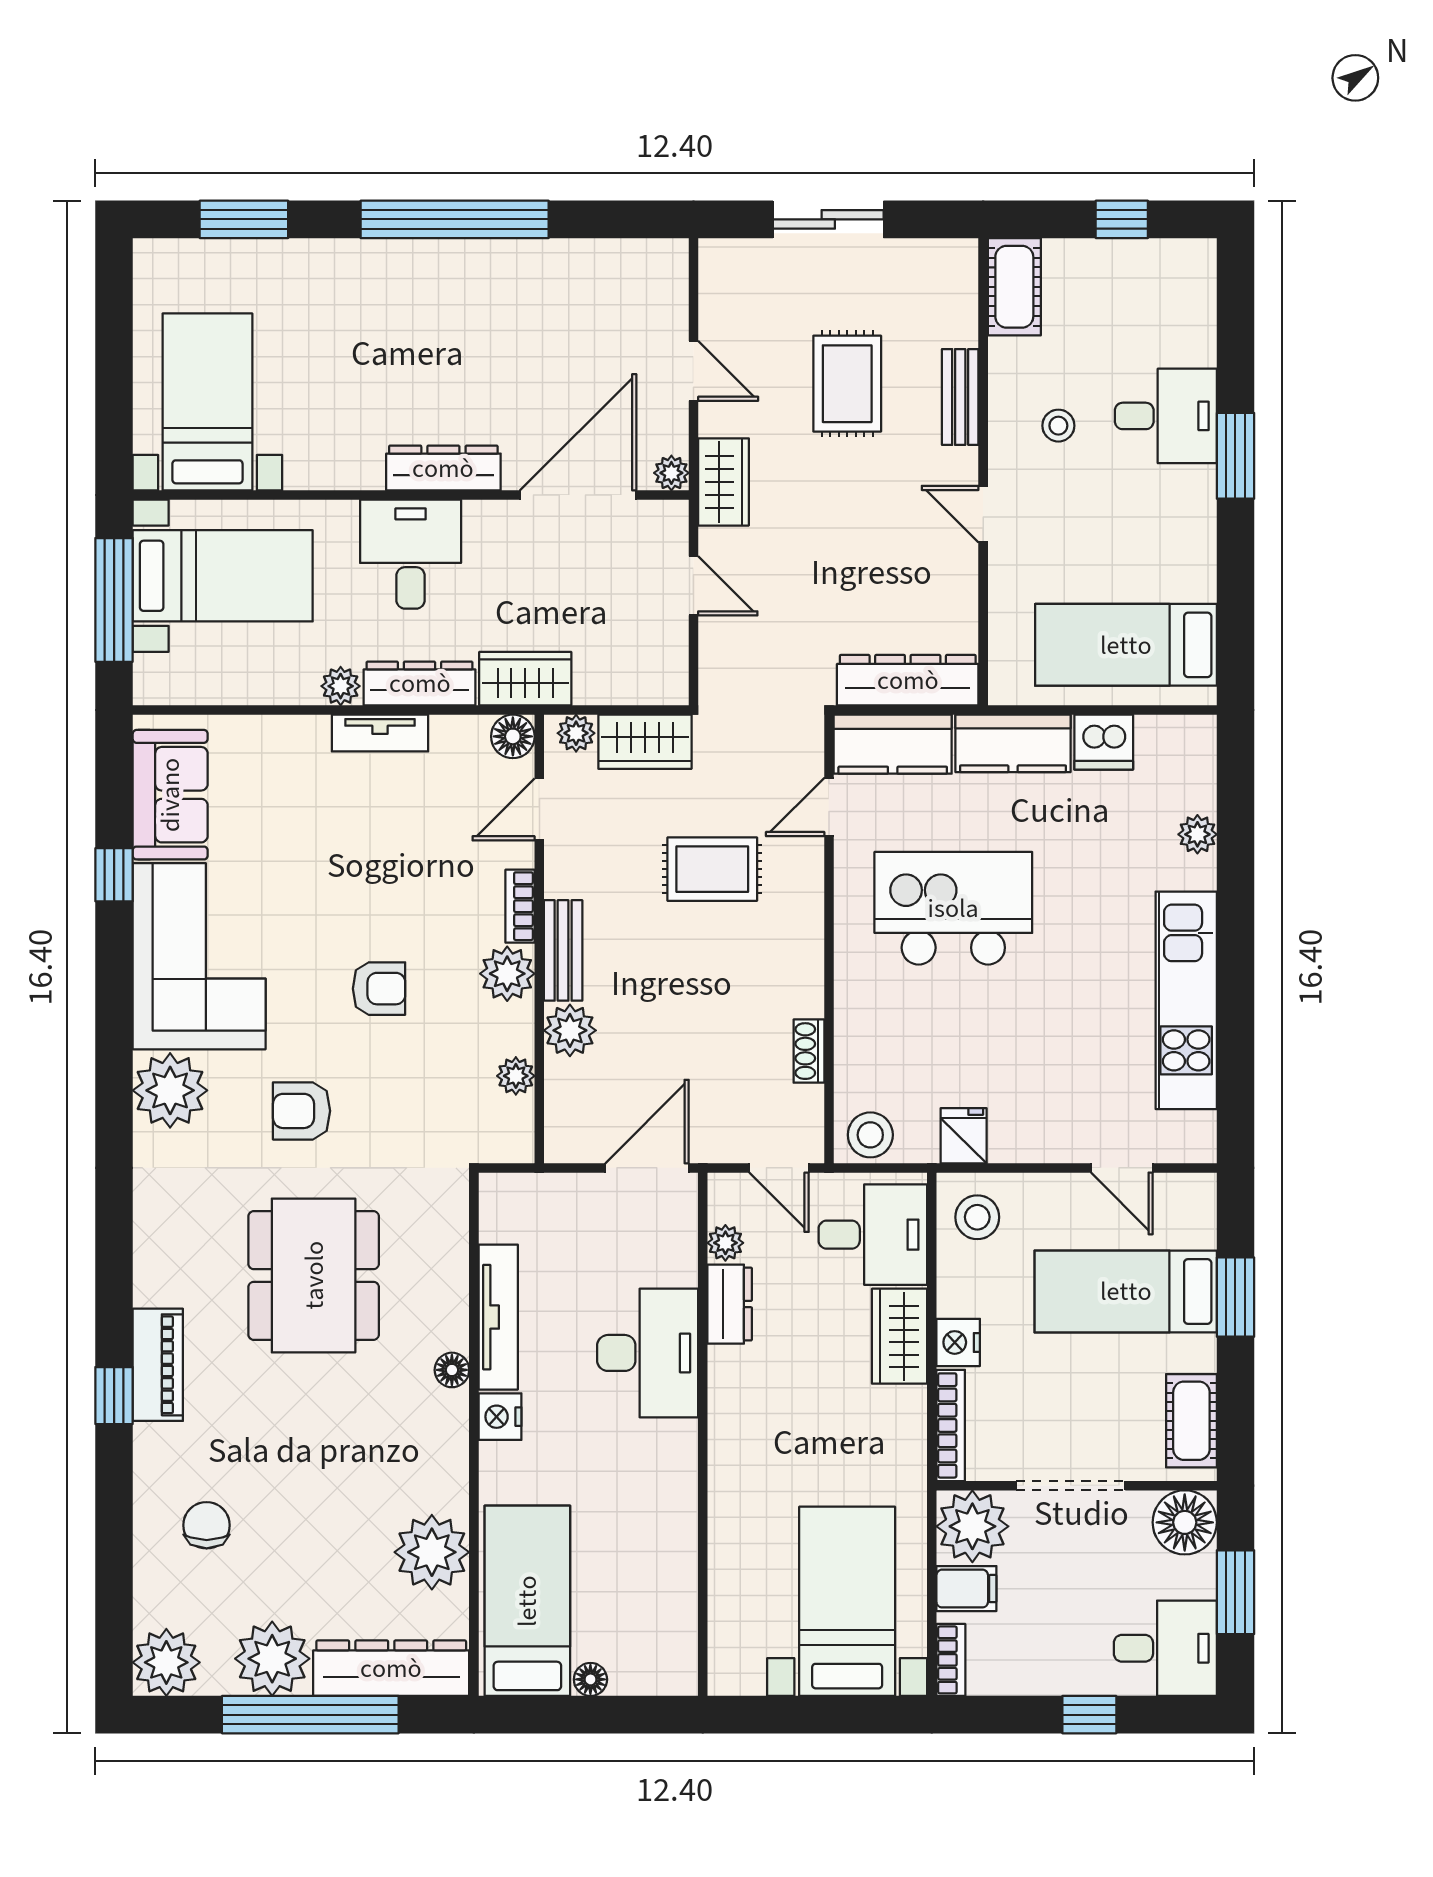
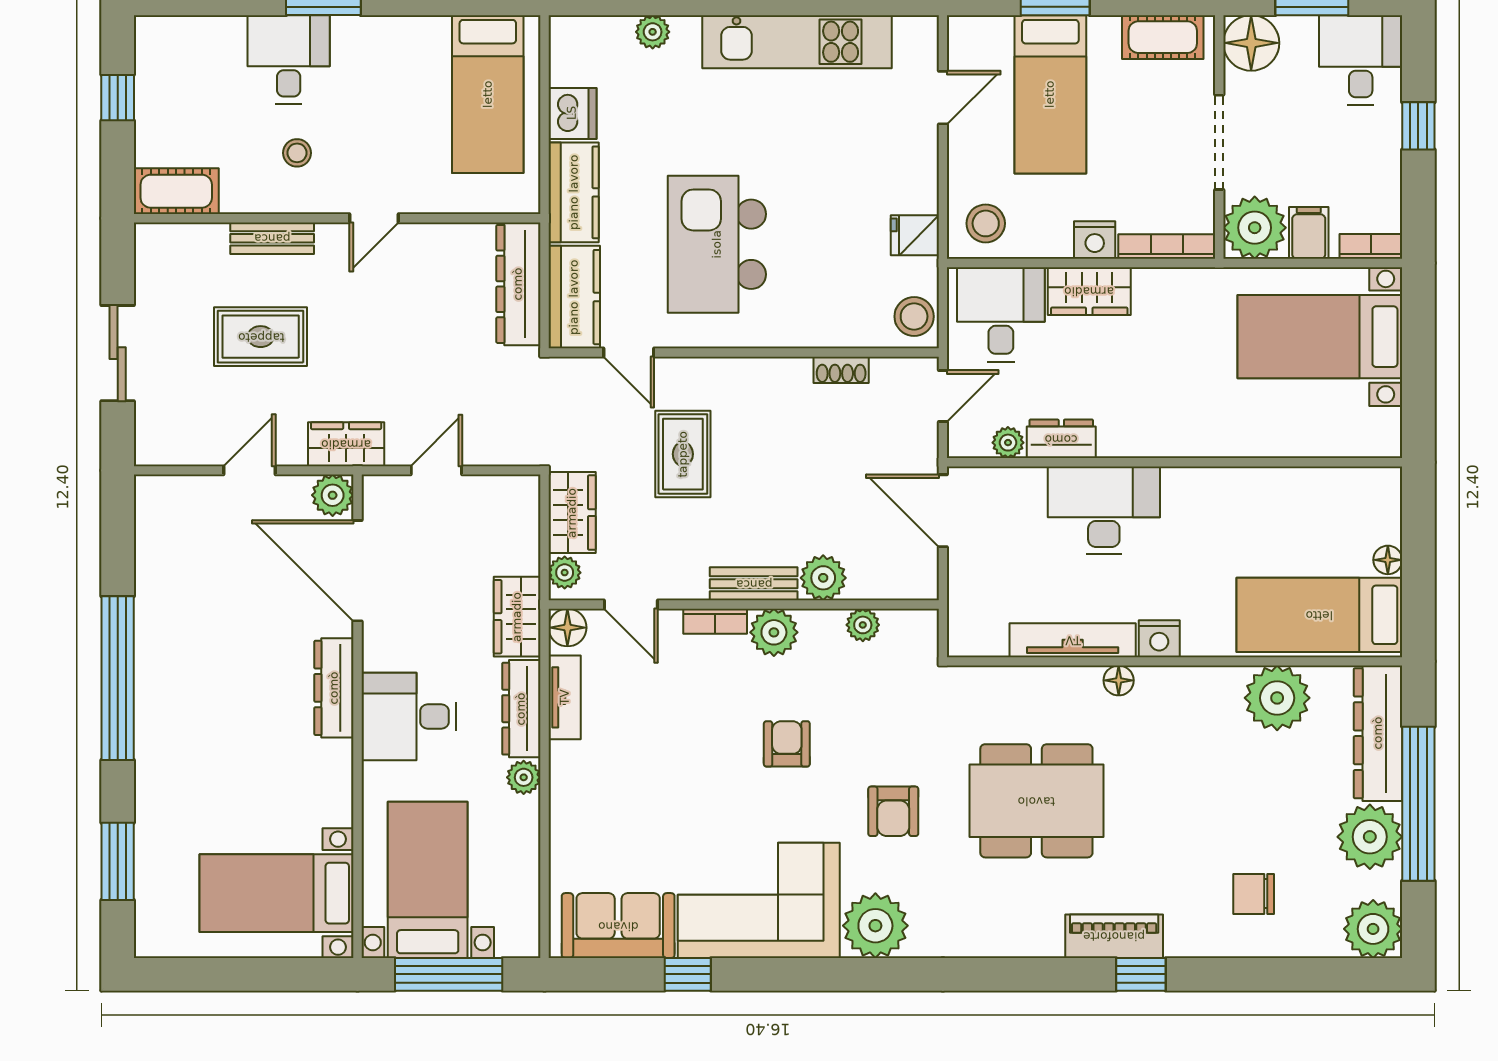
plant: (671, 473) -> (333, 495), width x1.38, depth x1.38
tv unit: (380, 733) -> (565, 697), moved

